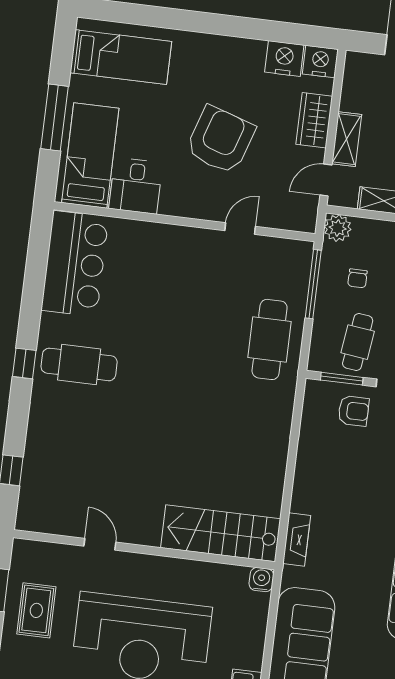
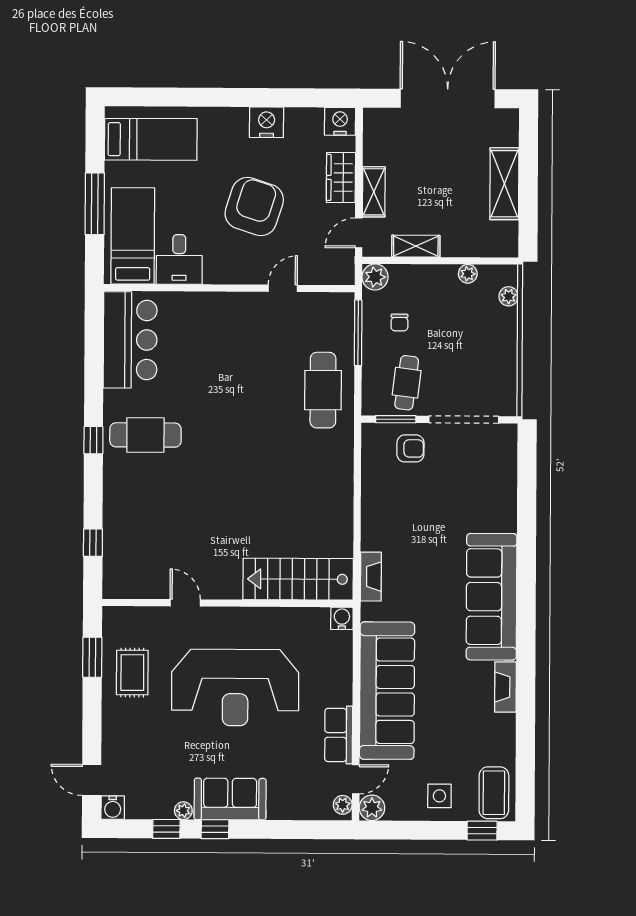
nightstand: (284, 59) -> (267, 122), moved

